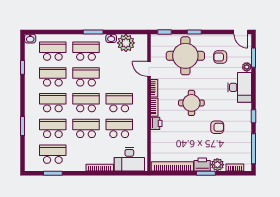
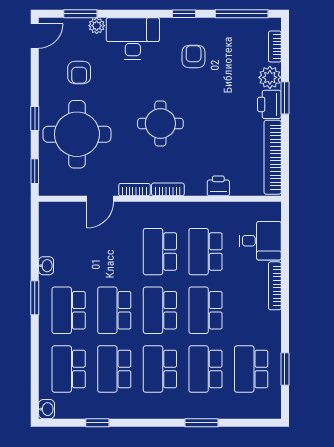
plant: (126, 43) -> (54, 240), removed
printer: (156, 123) -> (218, 186), moved
armchair: (217, 127) -> (194, 57), moved
desk: (129, 159) -> (260, 241), width x0.73

